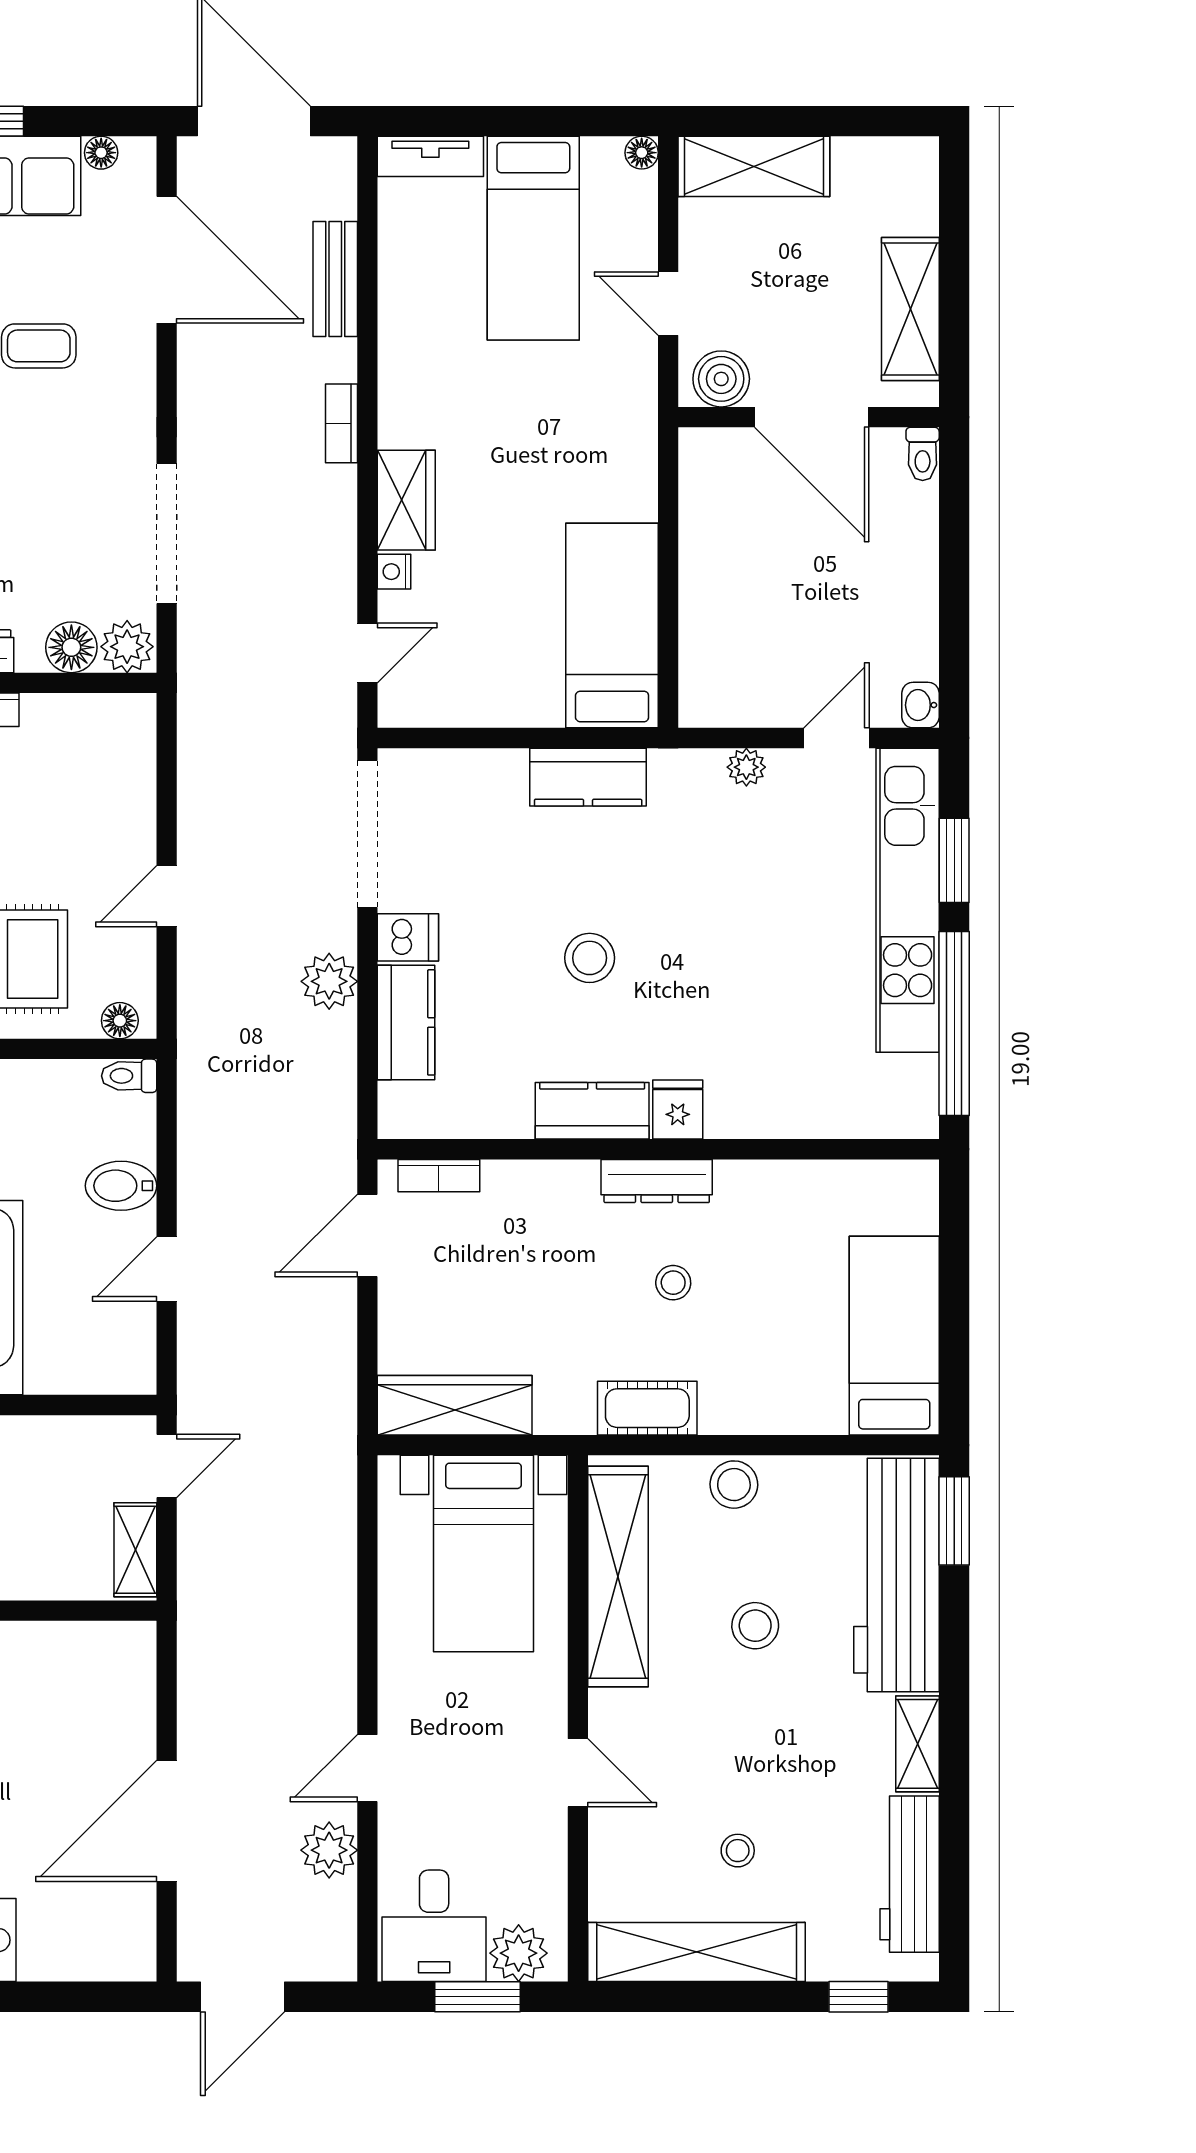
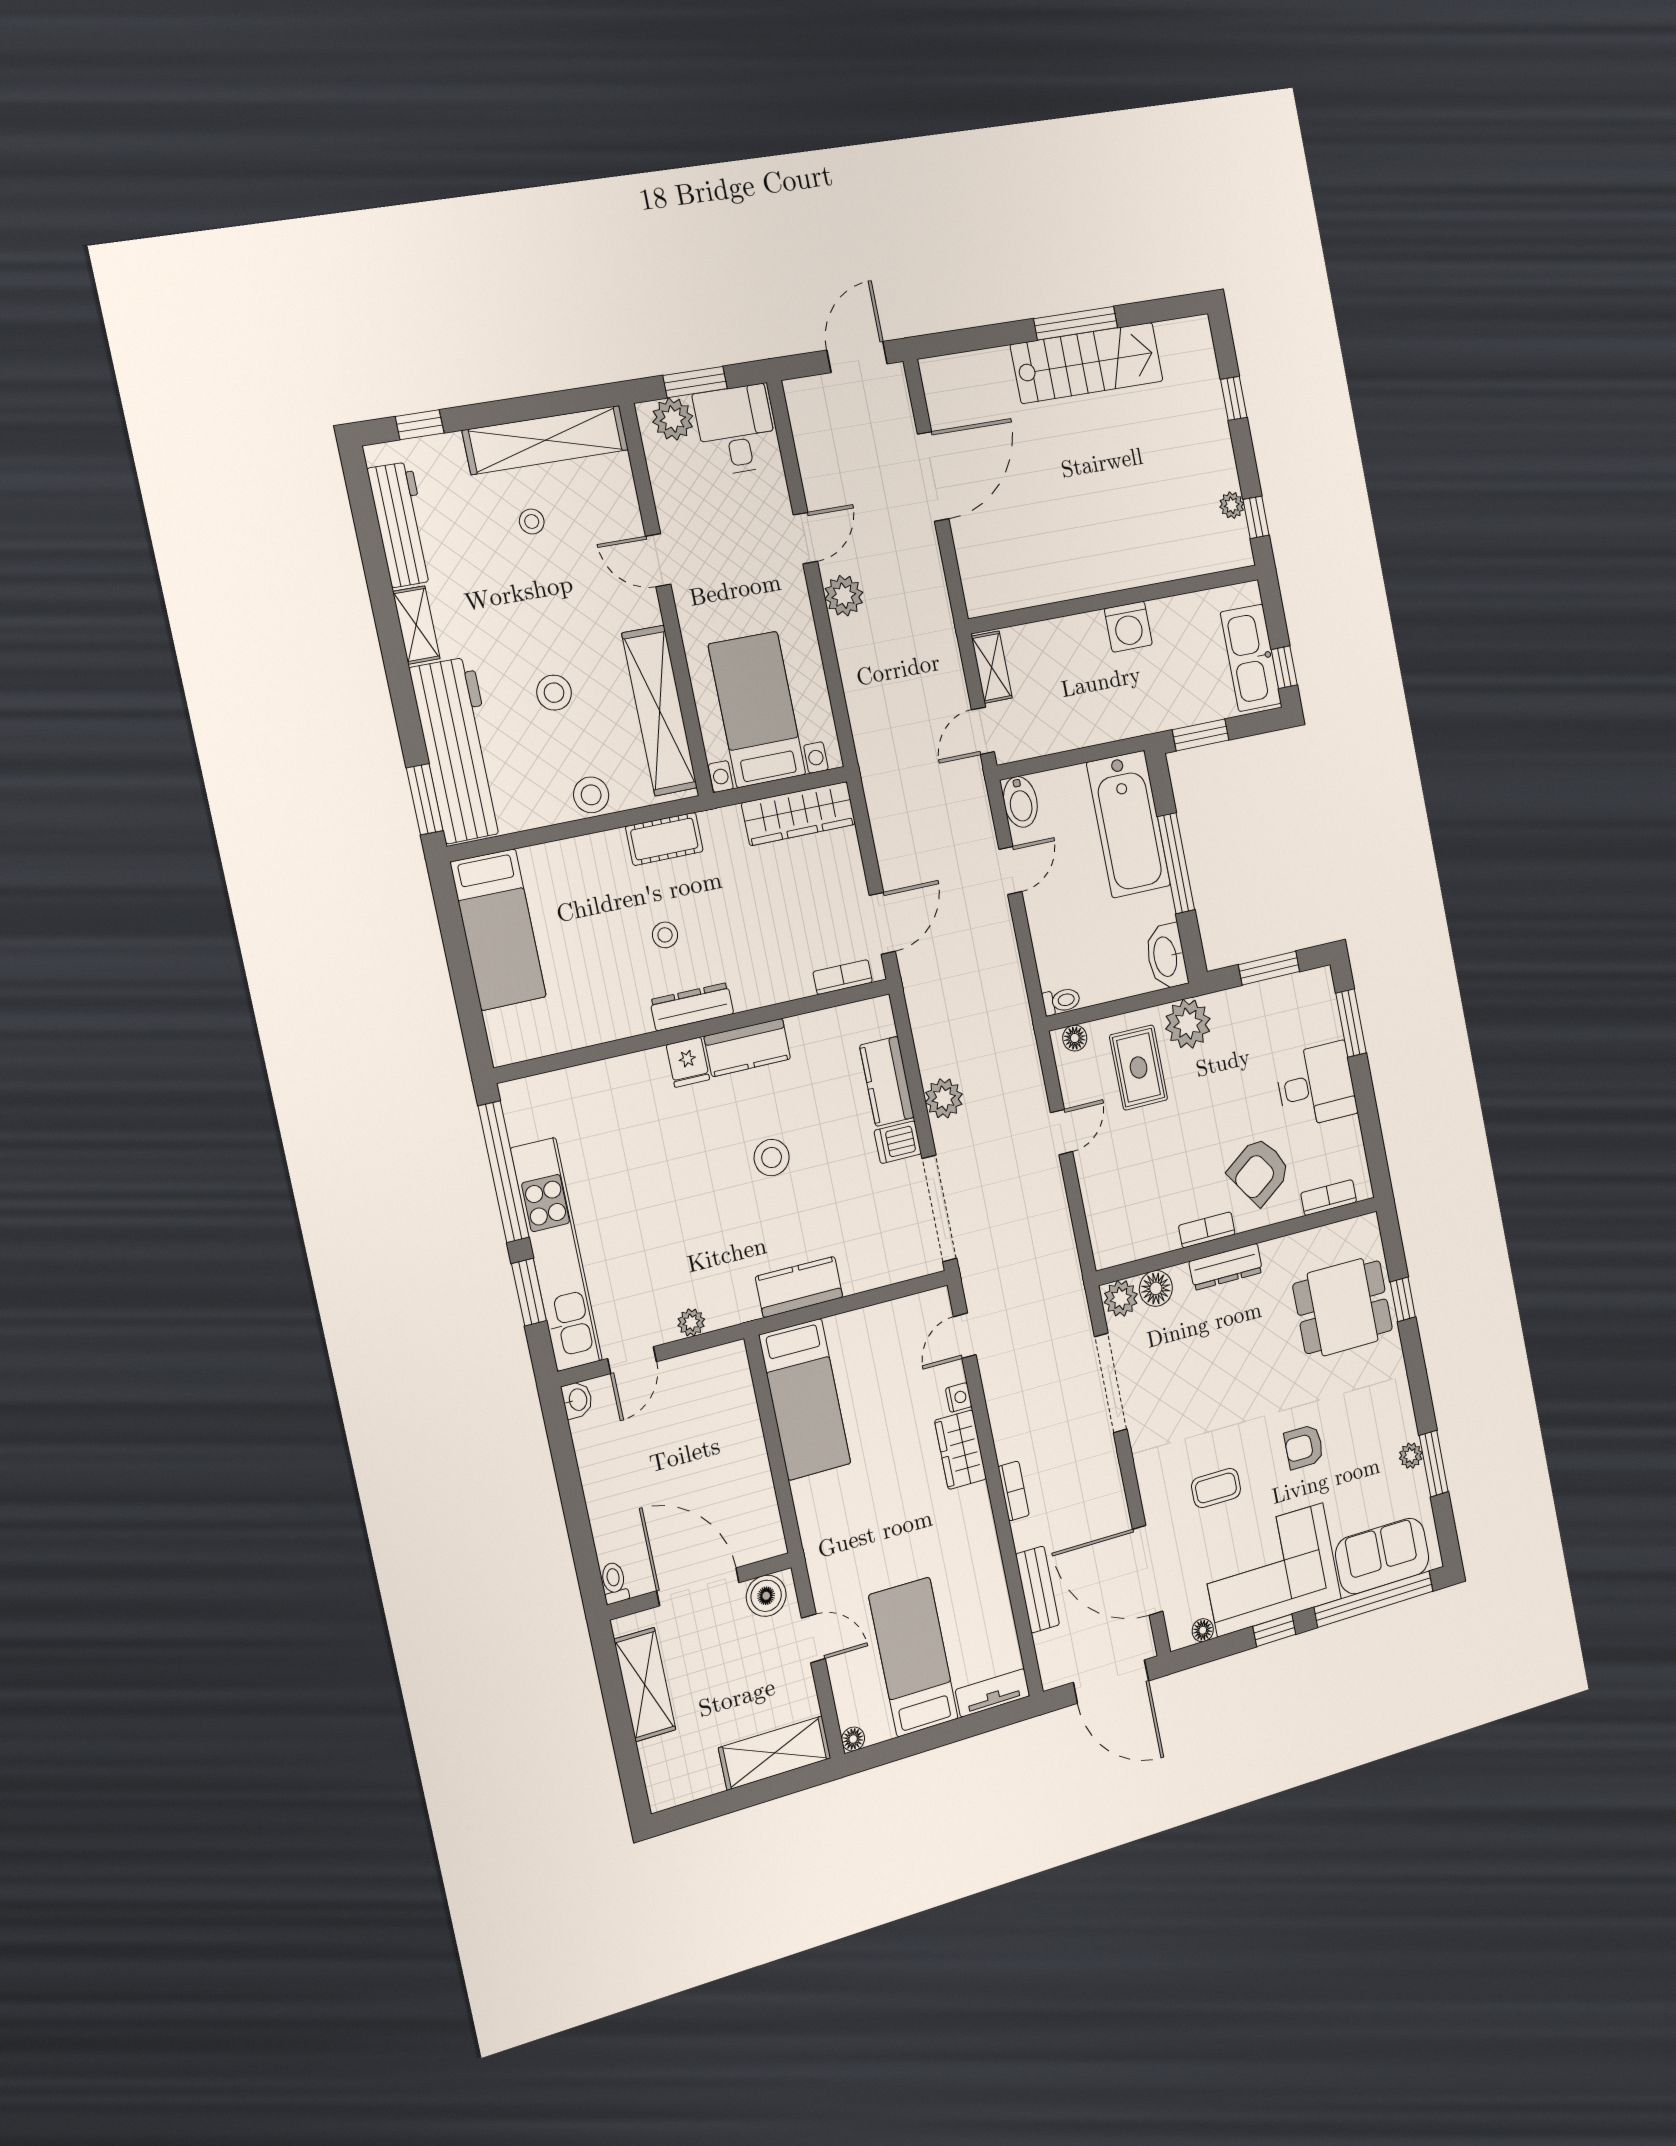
bidet: (121, 1186) -> (1020, 802), moved, turned 90
plant: (329, 1850) -> (844, 596), moved

